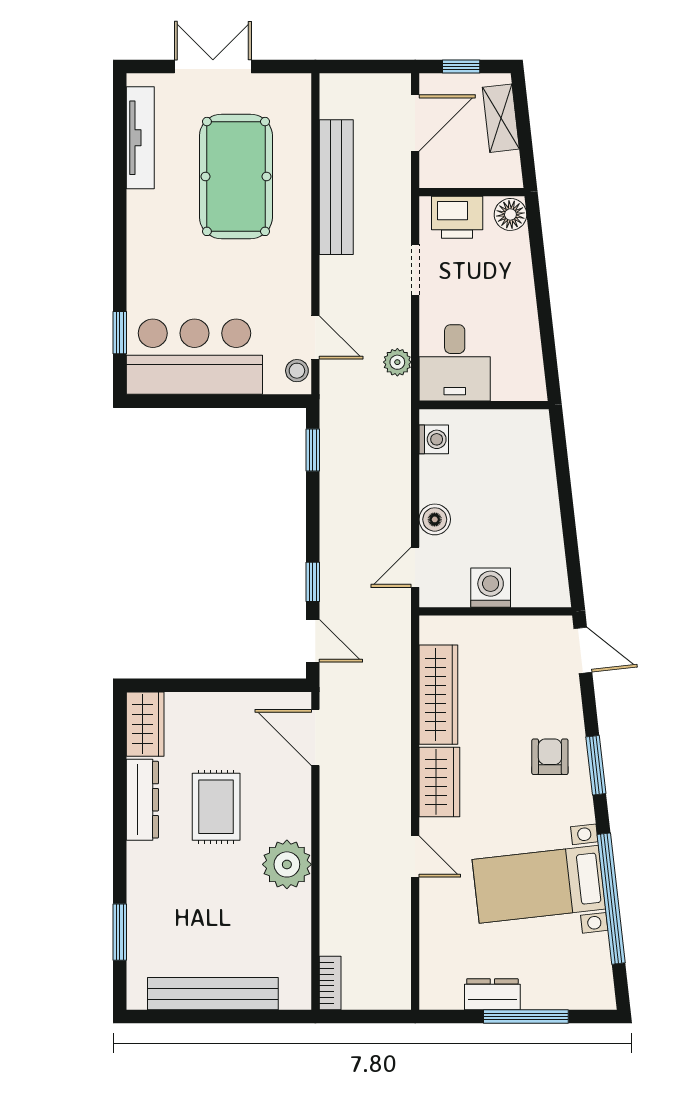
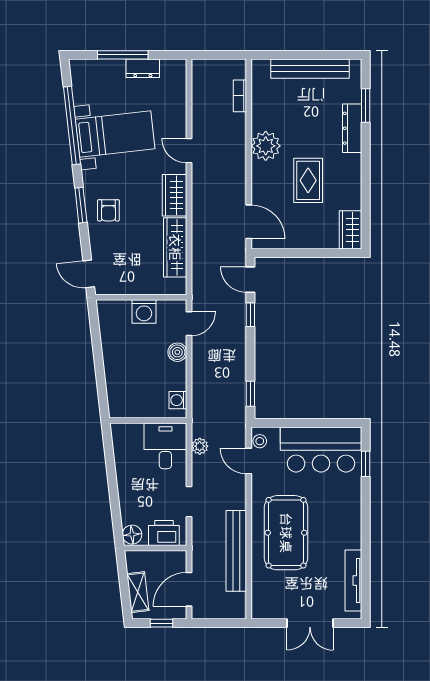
pool table: (236, 176) -> (286, 533), moved
dresser: (142, 800) -> (352, 128), moved
bookcase: (330, 983) -> (240, 96), moved

